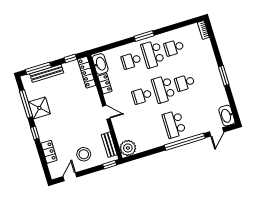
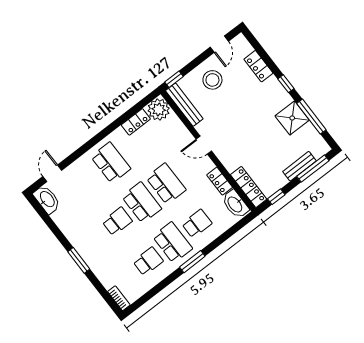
bench: (47, 73) -> (299, 166), width x0.73
window: (224, 76) -> (79, 260), moved
school desk: (142, 96) -> (166, 184), width x1.85
window: (185, 142) -> (89, 145), removed
bench: (109, 145) -> (184, 105), width x1.36
locker: (147, 145) -> (136, 122), added

